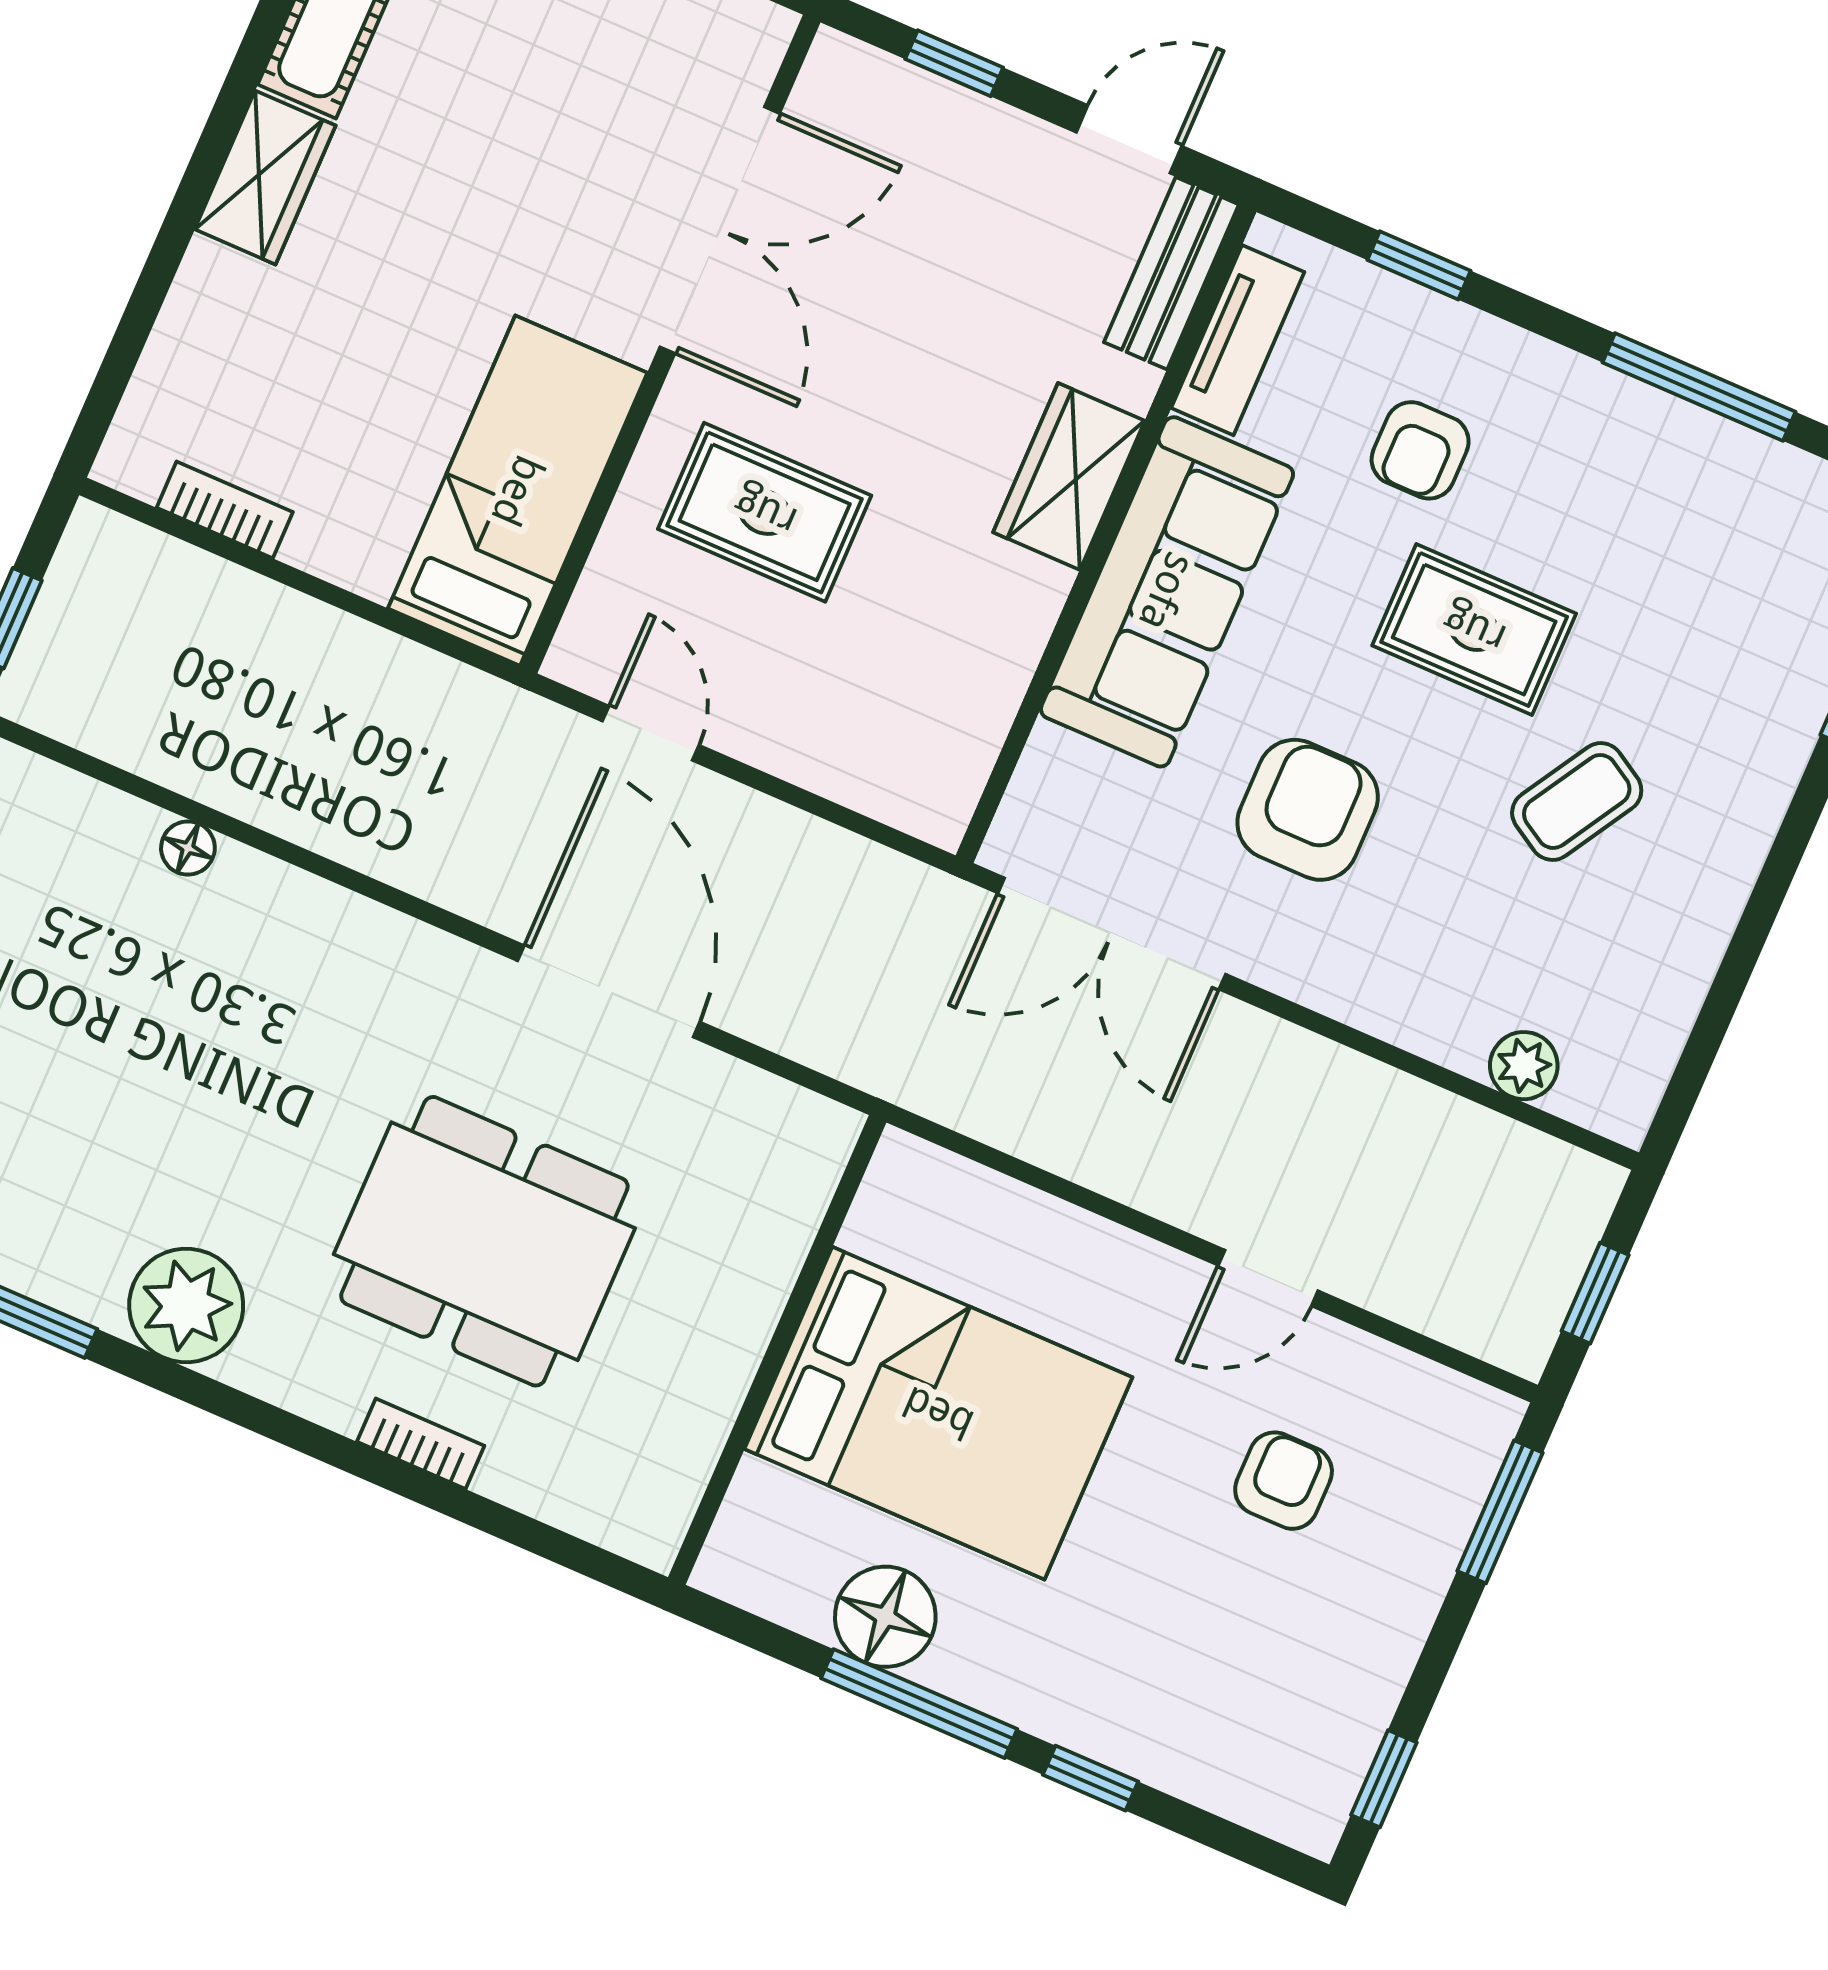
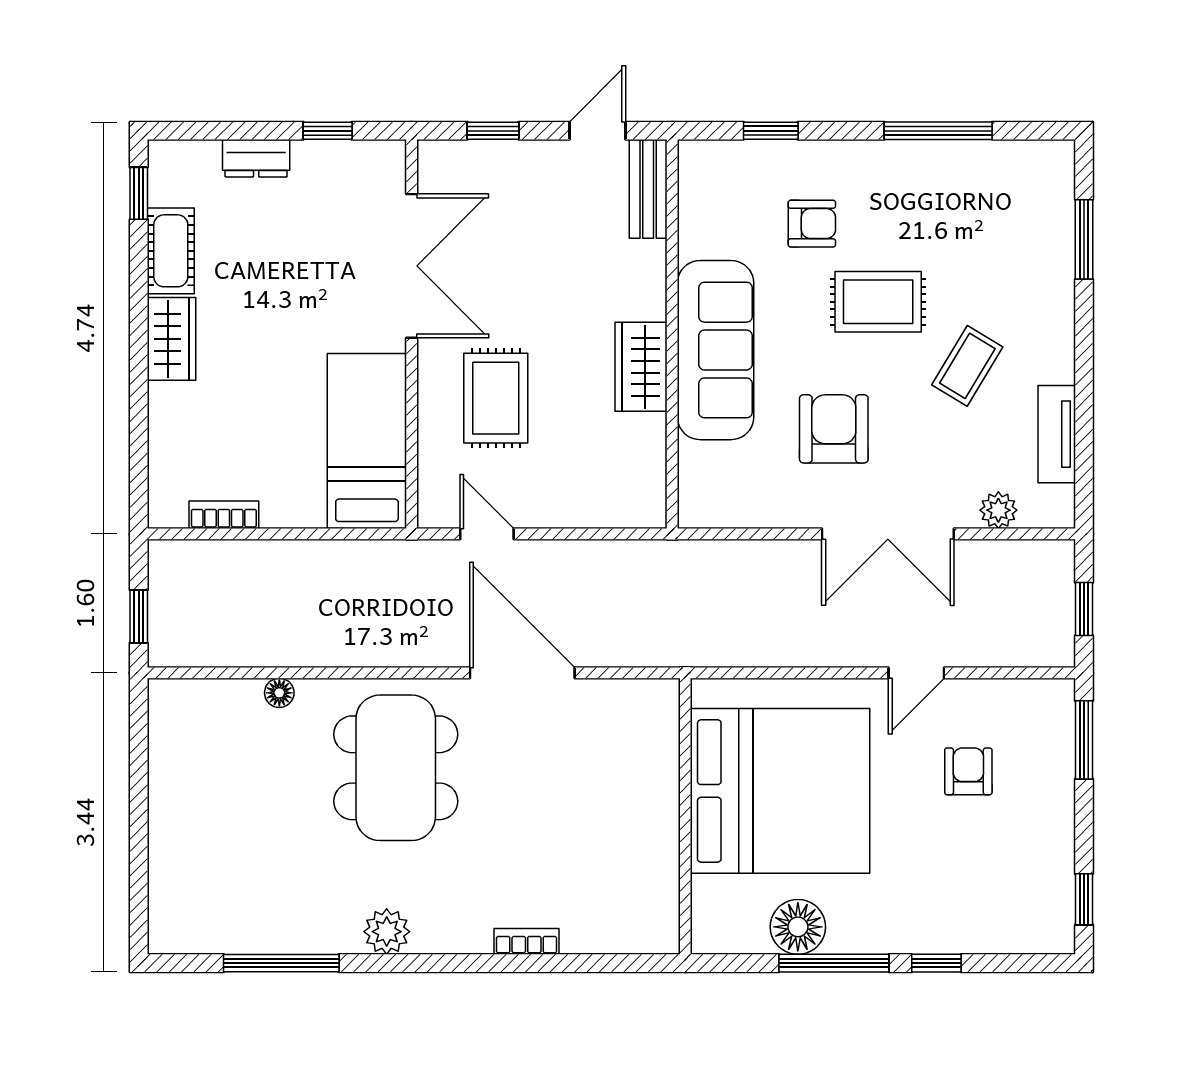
tv unit: (1238, 340) -> (1057, 434), moved, turned 180
armchair: (1420, 450) -> (812, 224), turned -90
wardrobe: (1069, 477) -> (641, 367), moved
rug: (765, 512) -> (496, 398), turned 90
double door: (1112, 934) -> (888, 534), moved
dining table: (484, 1241) -> (396, 768), moved, turned 90
plant: (186, 1305) -> (387, 932), width x0.73, depth x0.73
bed: (938, 1413) -> (780, 791), width x1.36

